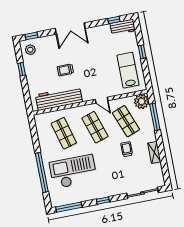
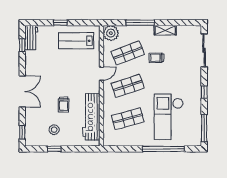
stool: (30, 50) -> (54, 130), moved
window: (155, 117) -> (140, 23), moved

